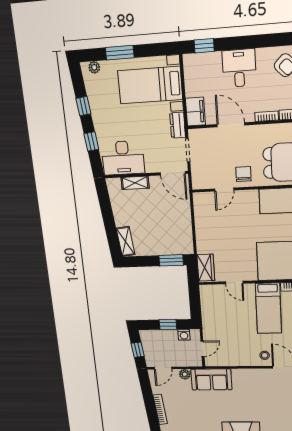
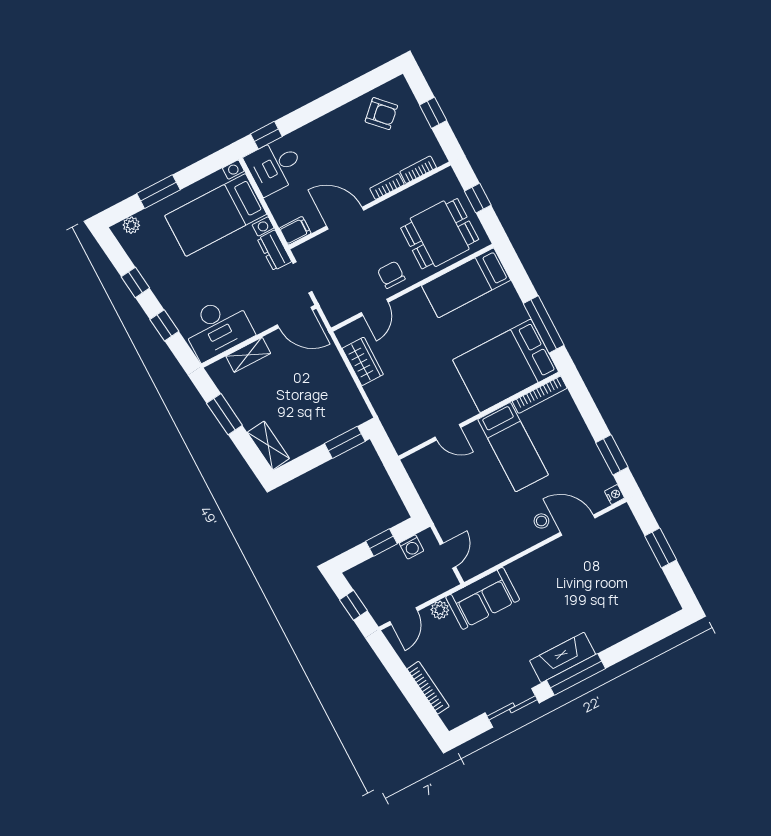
desk: (239, 68) -> (275, 166), moved, turned -90
filing cabinet: (195, 112) -> (295, 231), width x0.50
window: (107, 212) -> (224, 414), added
wardrobe: (206, 268) -> (363, 361), moved

